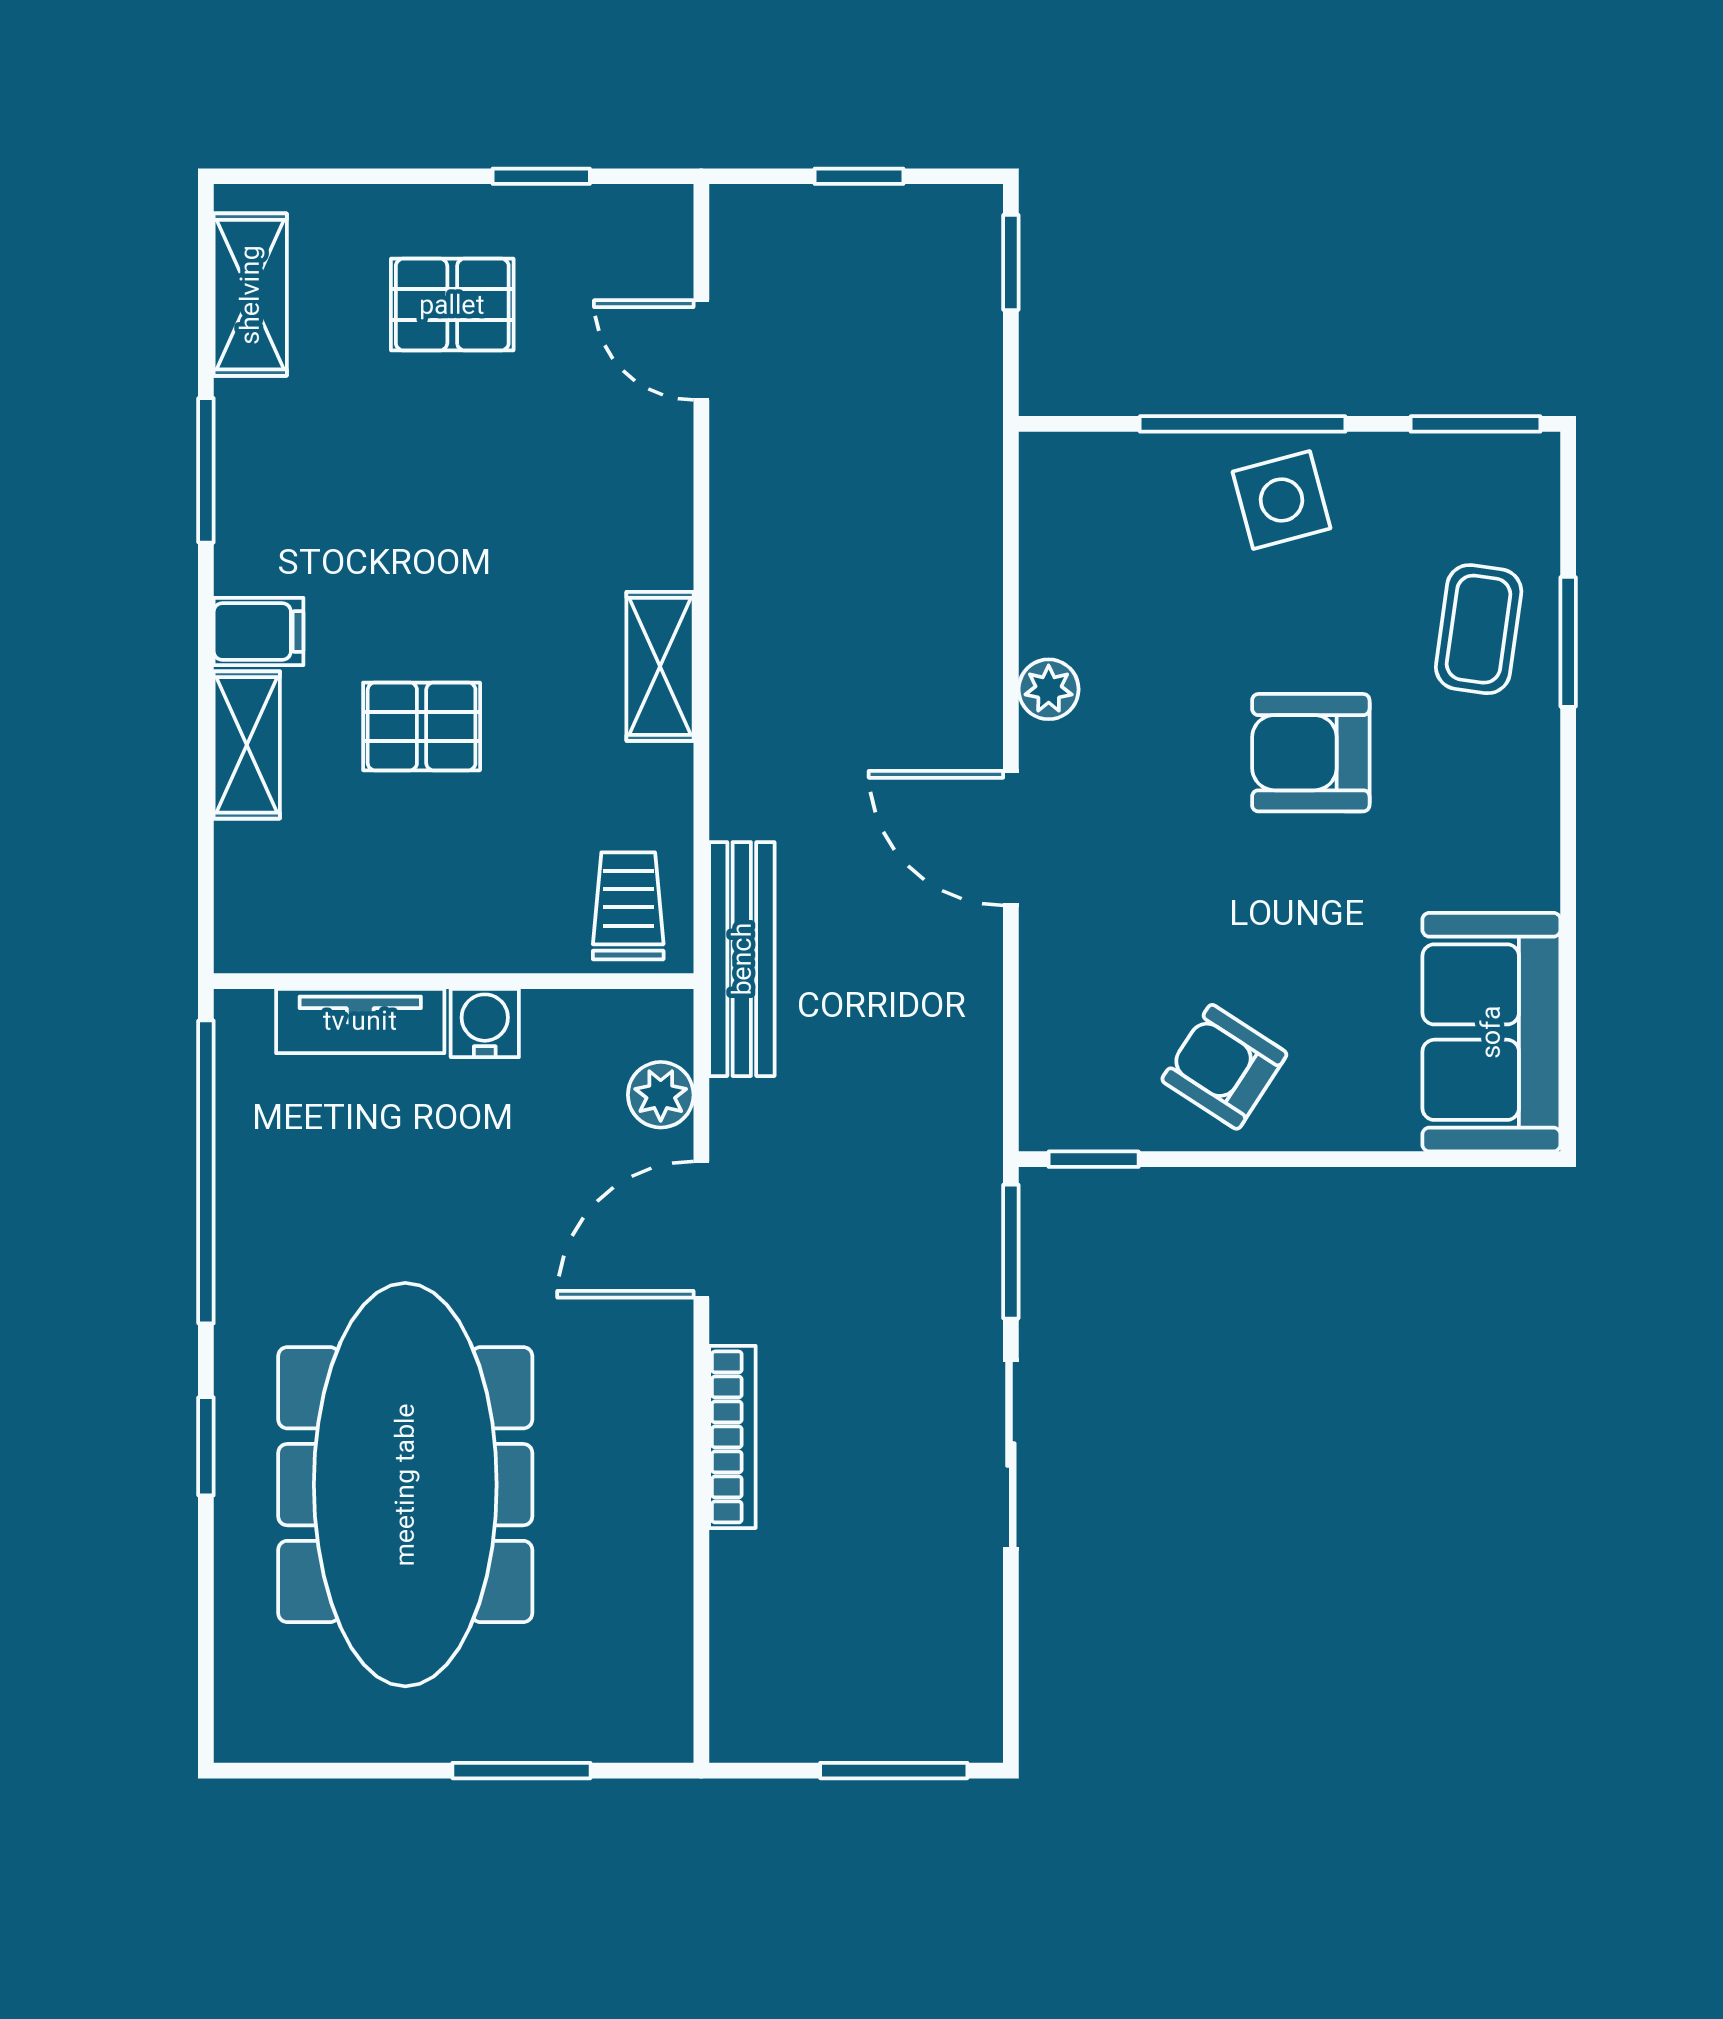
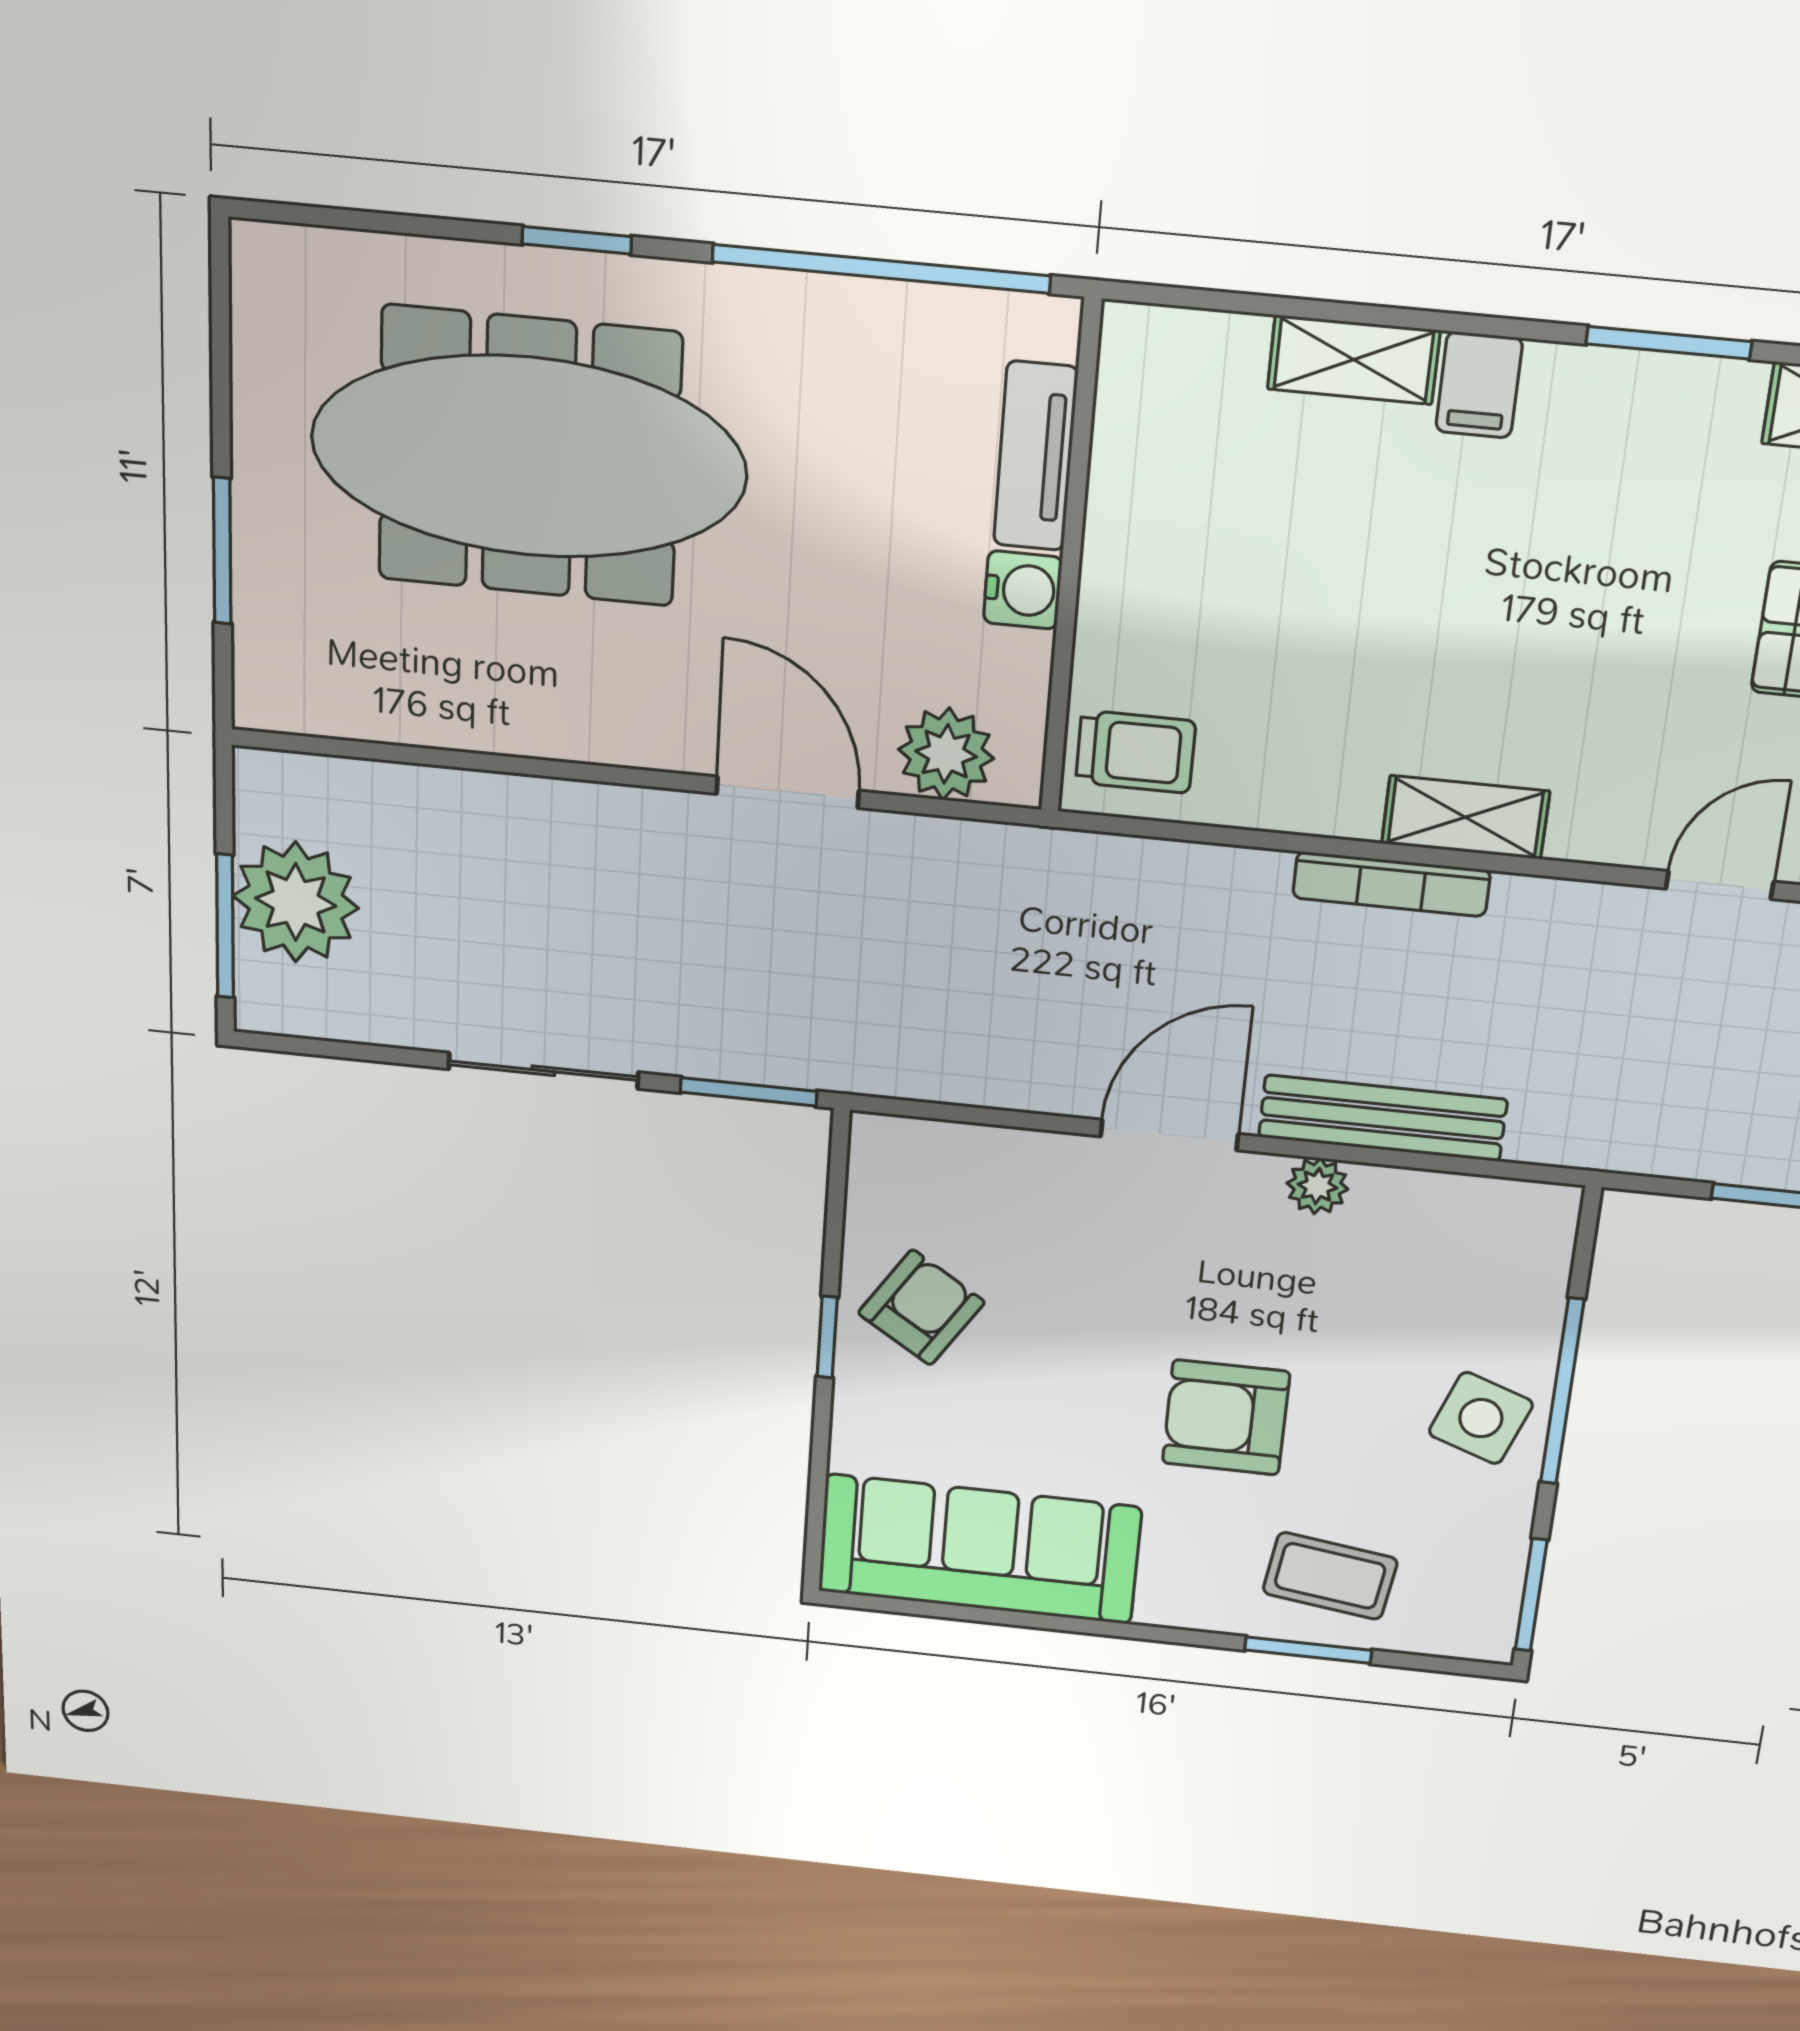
side table: (1281, 500) -> (1481, 1418), turned 35
shelving: (660, 666) -> (1465, 817), moved
pallet: (422, 726) -> (1352, 554), removed
armchair: (1311, 753) -> (1226, 1417), turned -90
bench: (742, 959) -> (1383, 1118), moved
sofa: (1491, 1032) -> (979, 1549), width x1.36
plant: (661, 1095) -> (946, 754), width x1.38, depth x1.38
window: (1094, 1159) -> (827, 1337), moved
bookcase: (732, 1437) -> (1391, 884), moved
plant: (862, 1701) -> (296, 902), added

